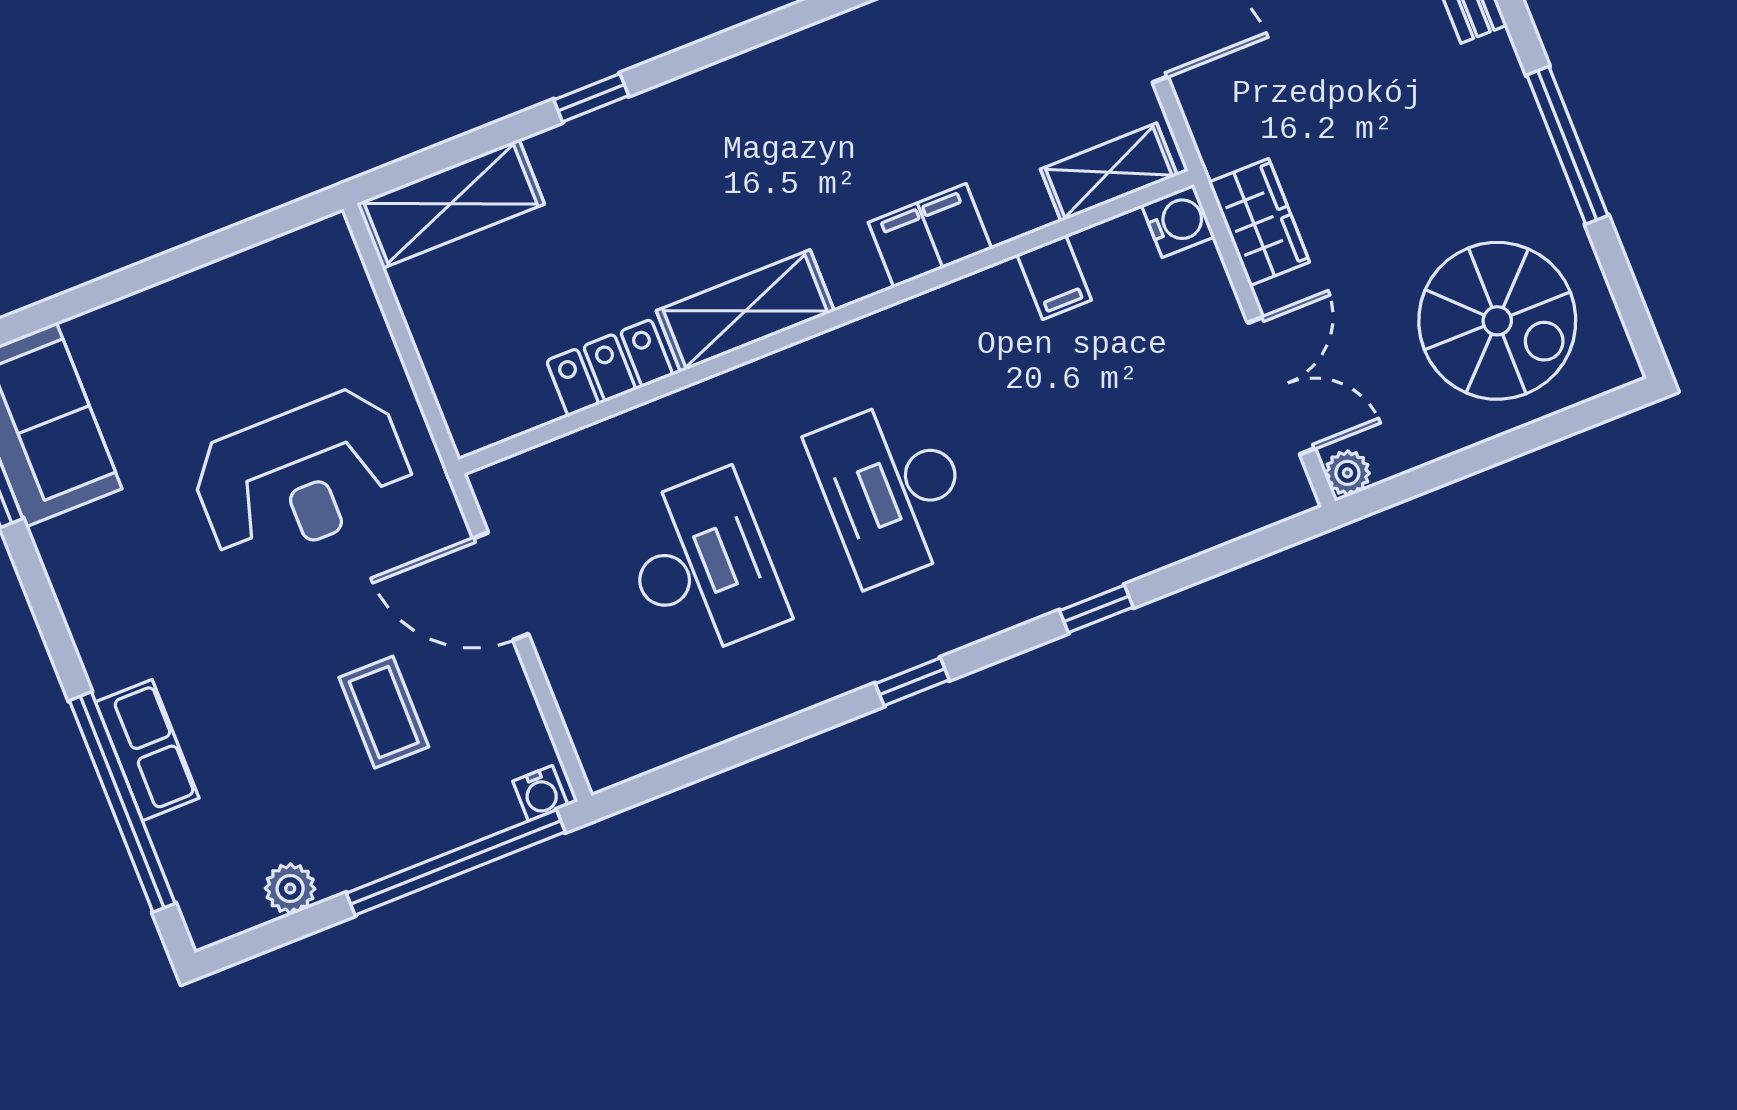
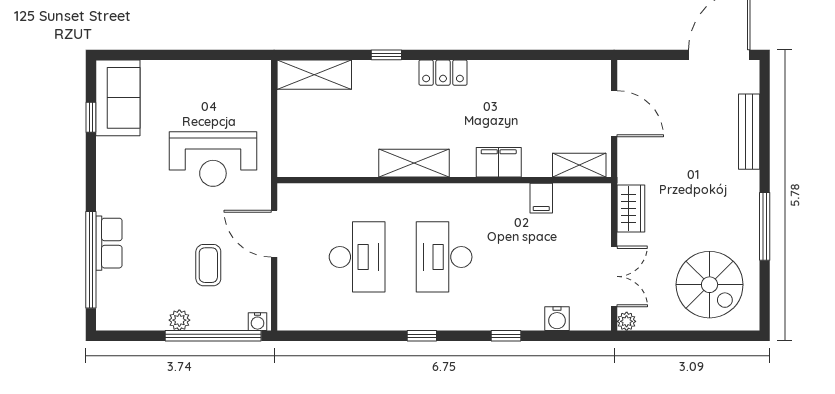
water cooler: (1178, 221) -> (557, 319), moved, turned 90
locker: (610, 368) -> (443, 73), moved, turned 180
plant: (290, 889) -> (179, 320), moved

